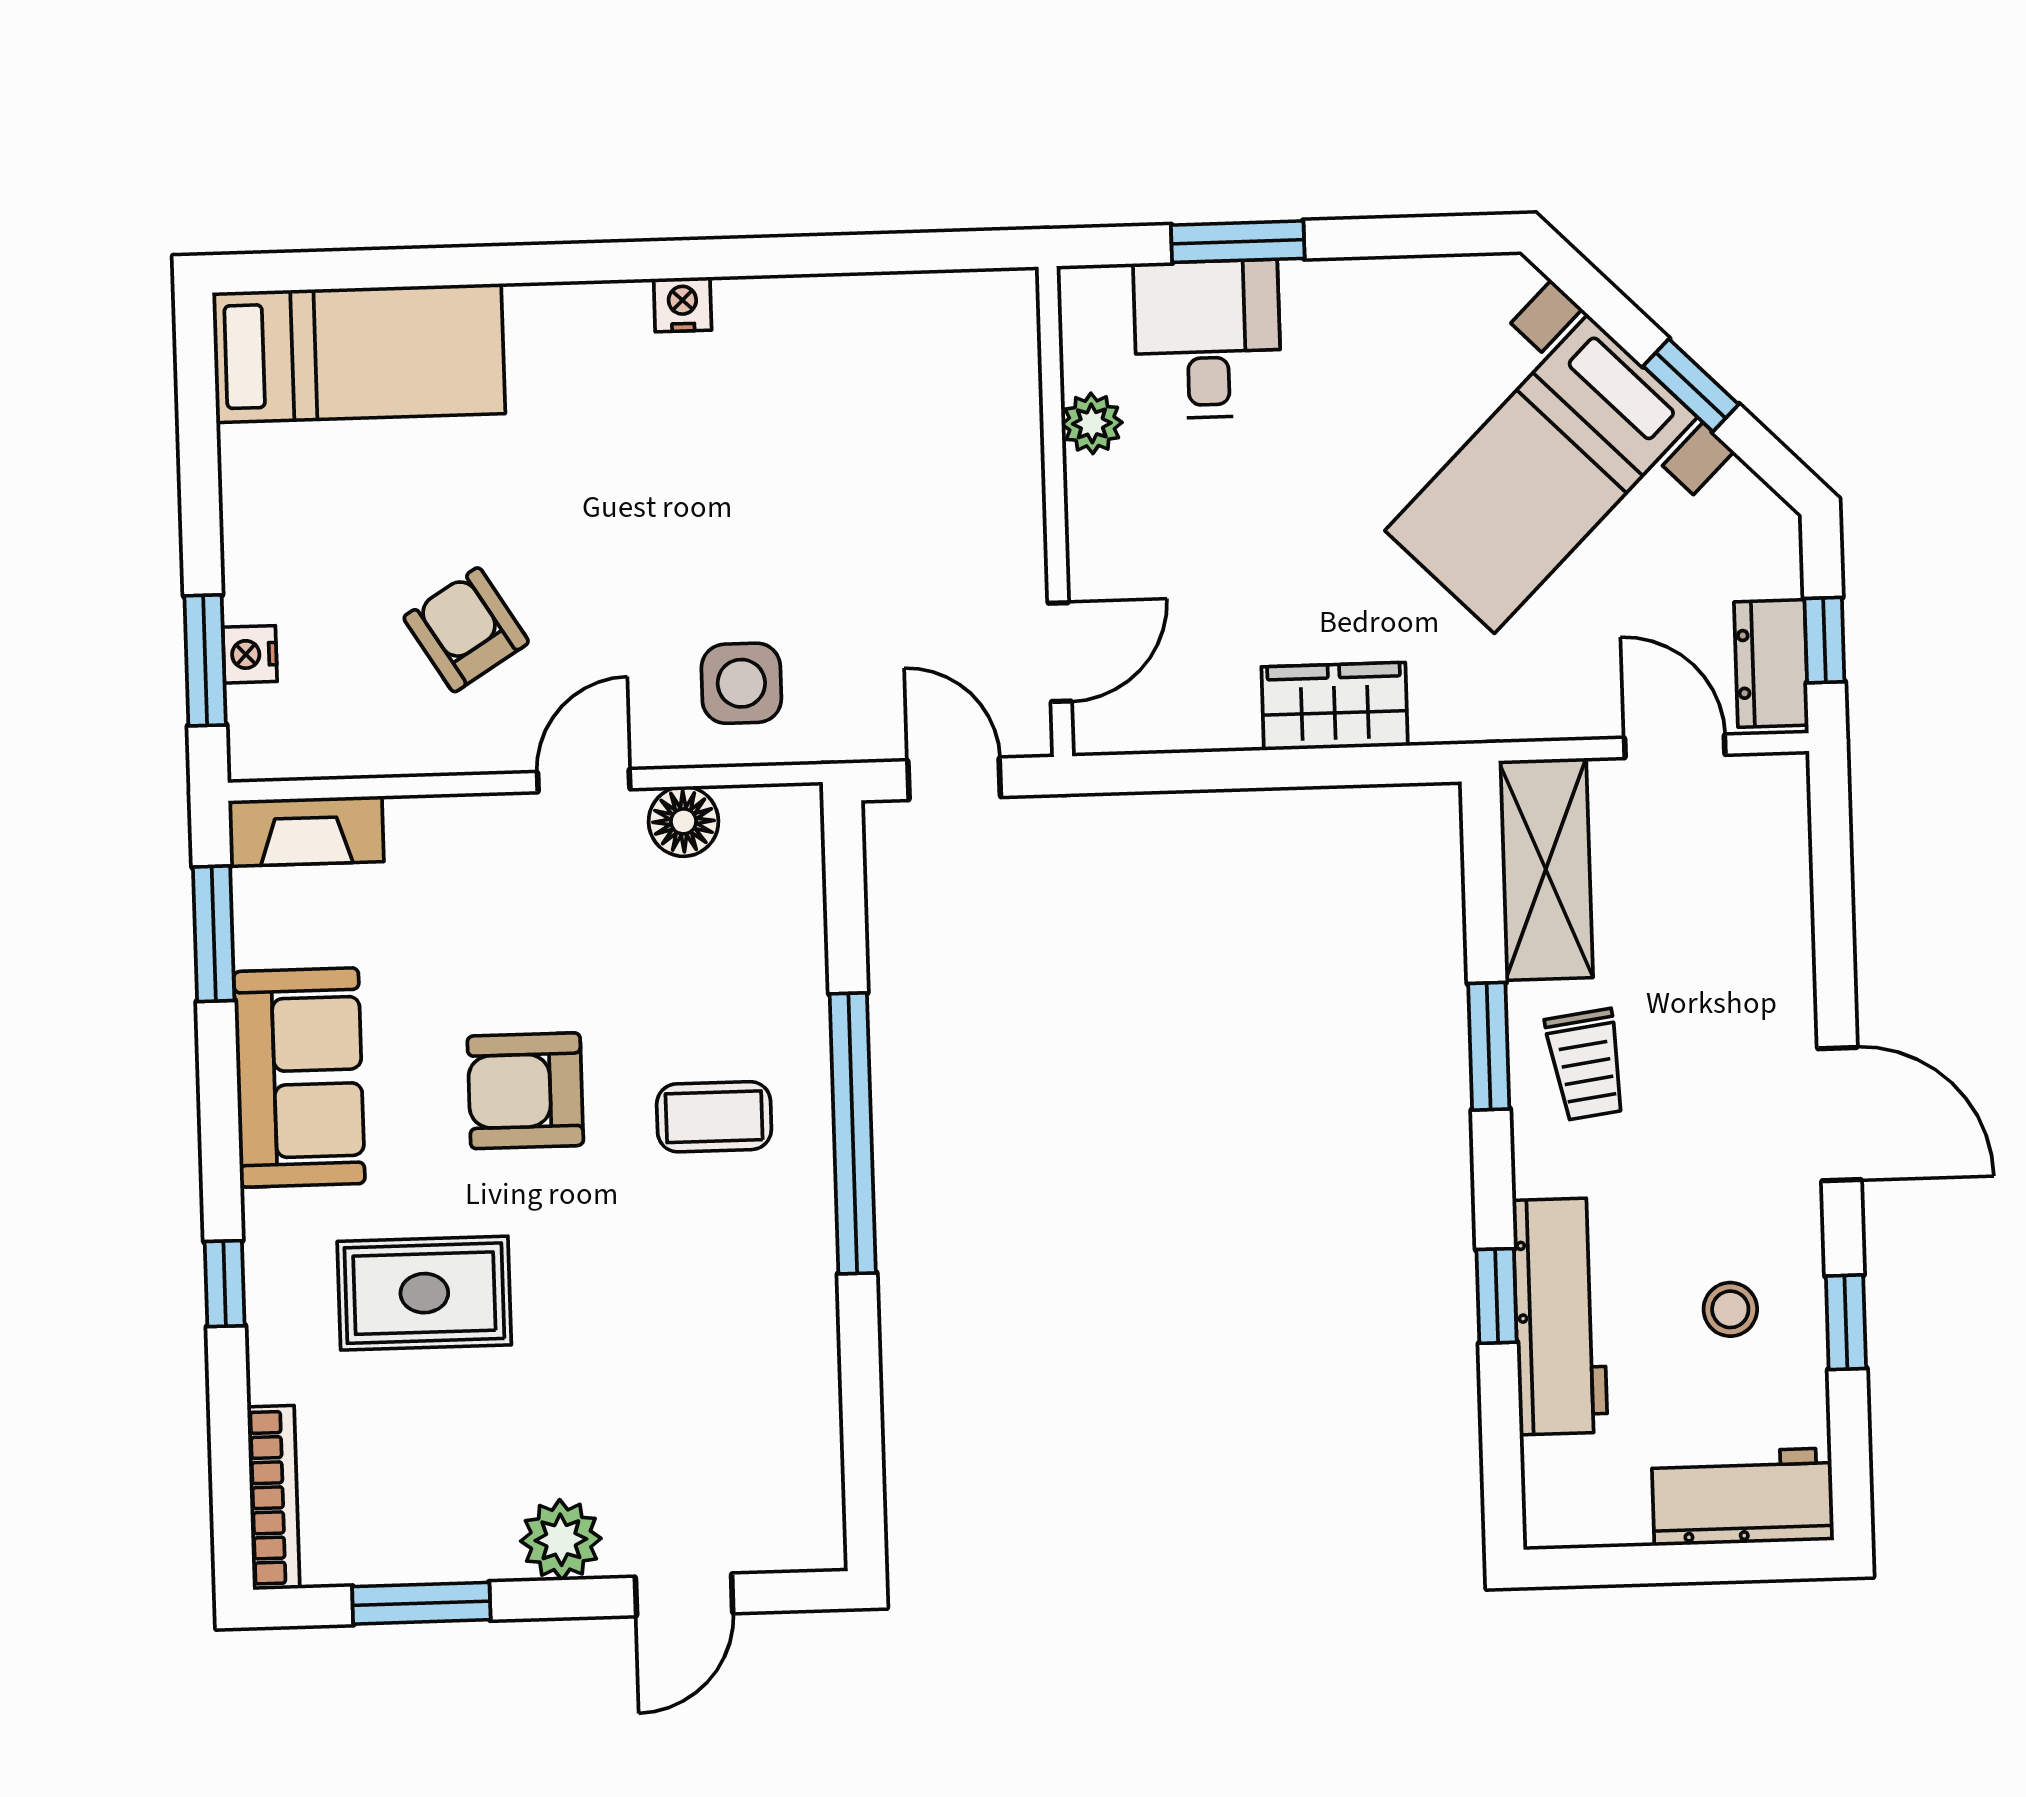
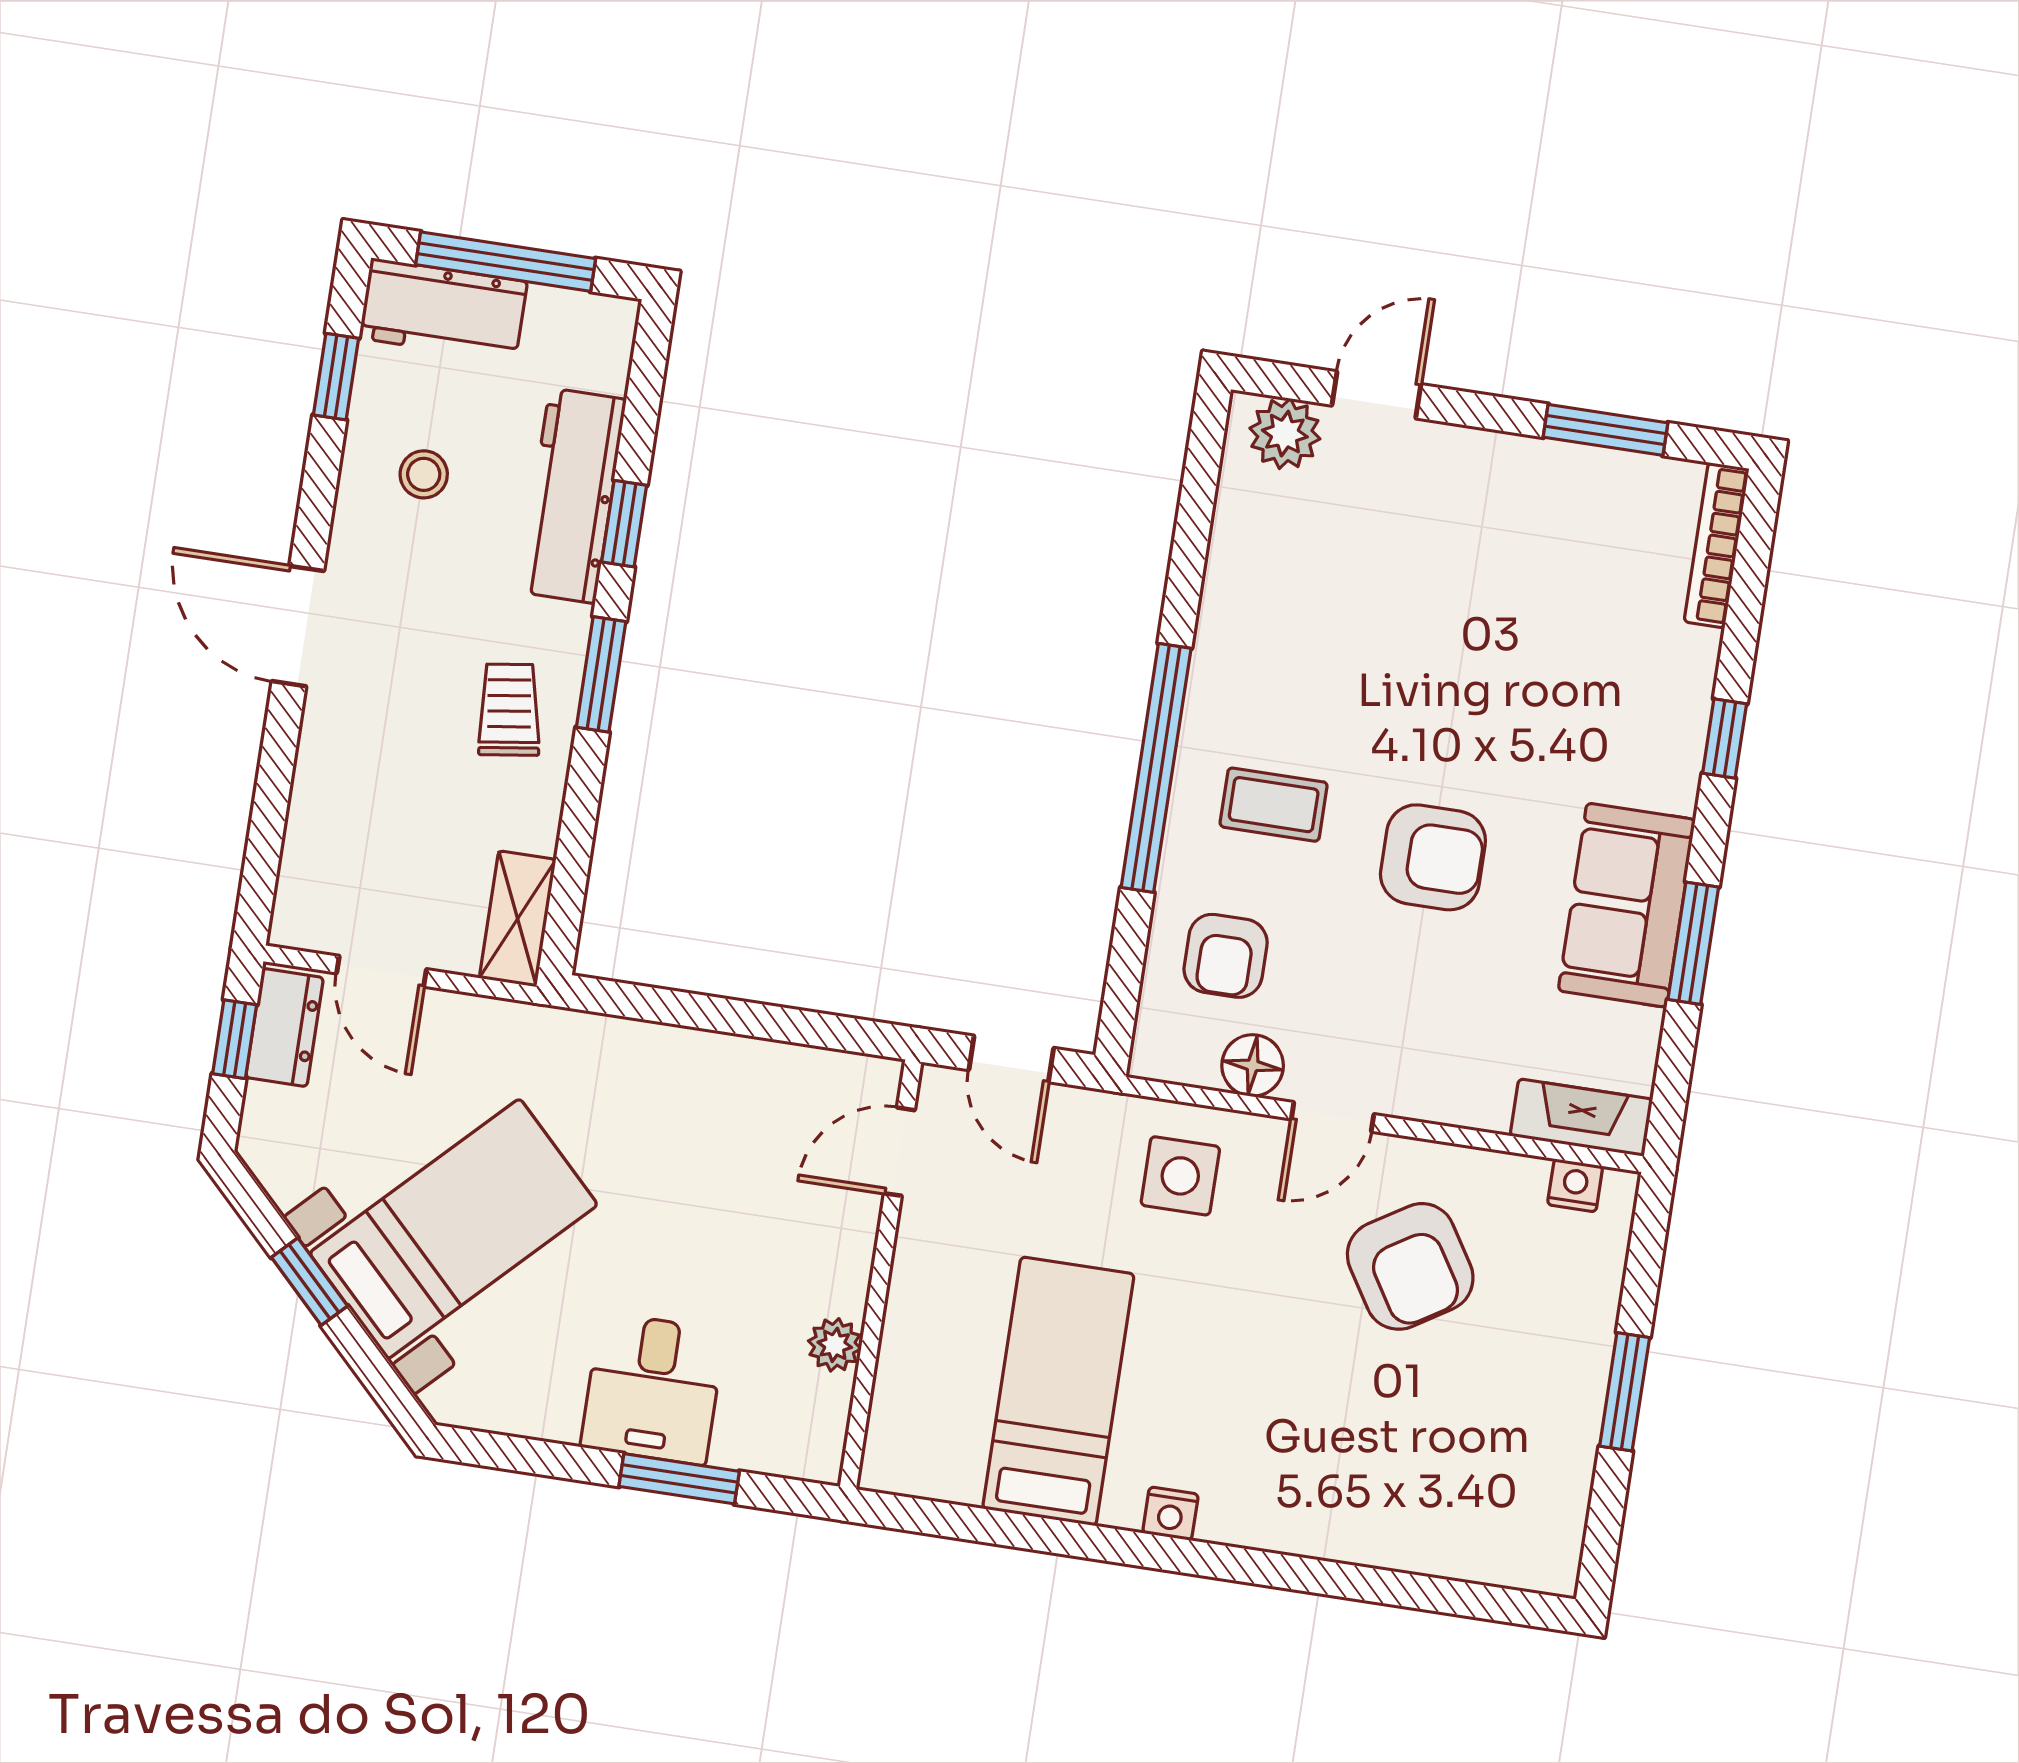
desk: (1208, 339) -> (653, 1389), moved
bed: (359, 353) -> (1058, 1391), moved, turned 90
armchair: (466, 630) -> (1410, 1266), width x1.38, depth x1.38
nightstand: (250, 654) -> (1575, 1185), moved, turned -90
window: (205, 660) -> (1625, 1392), moved
wardrobe: (1335, 706) -> (670, 1061), removed
shelving: (1546, 869) -> (518, 919), width x0.67, depth x0.75
window: (214, 934) -> (1693, 943), moved
armchair: (736, 938) -> (1226, 956), added
window: (1489, 1046) -> (601, 674), moved
rug: (424, 1293) -> (1553, 698), removed
window: (1846, 1322) -> (336, 377), moved
plant: (561, 1540) -> (1285, 434), moved
window: (1683, 1564) -> (506, 262), added

